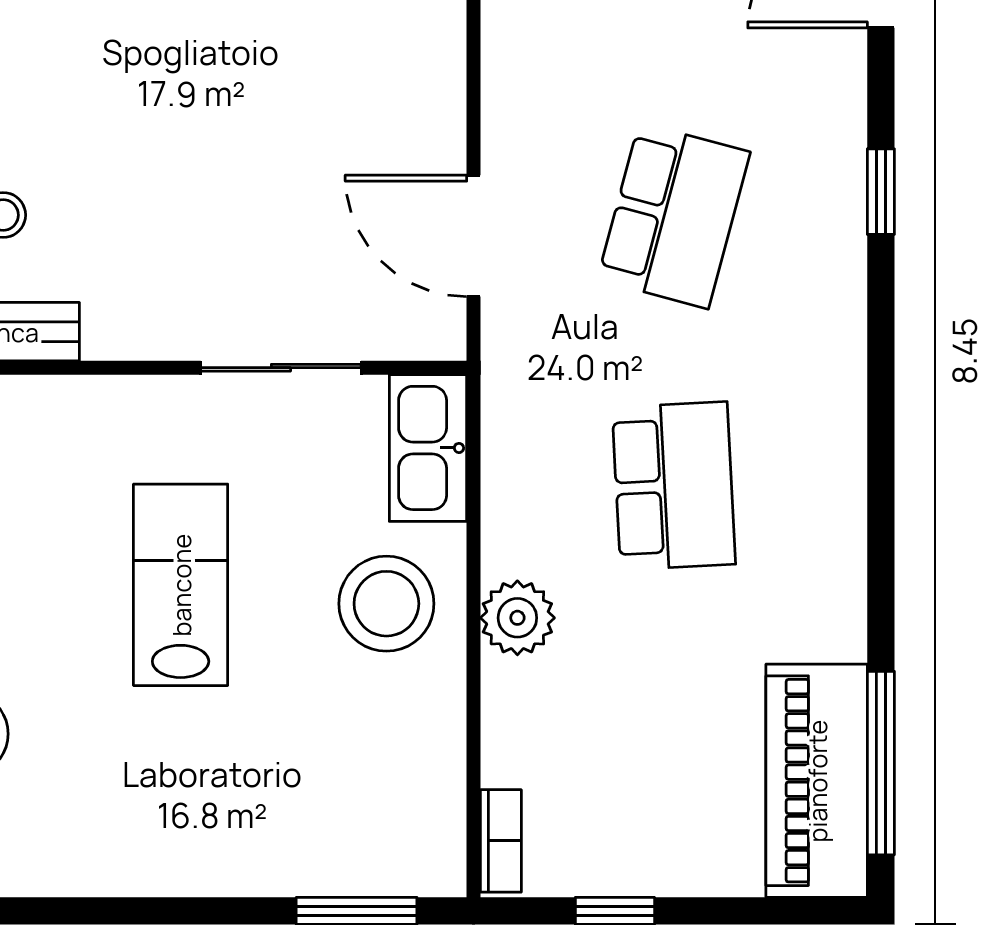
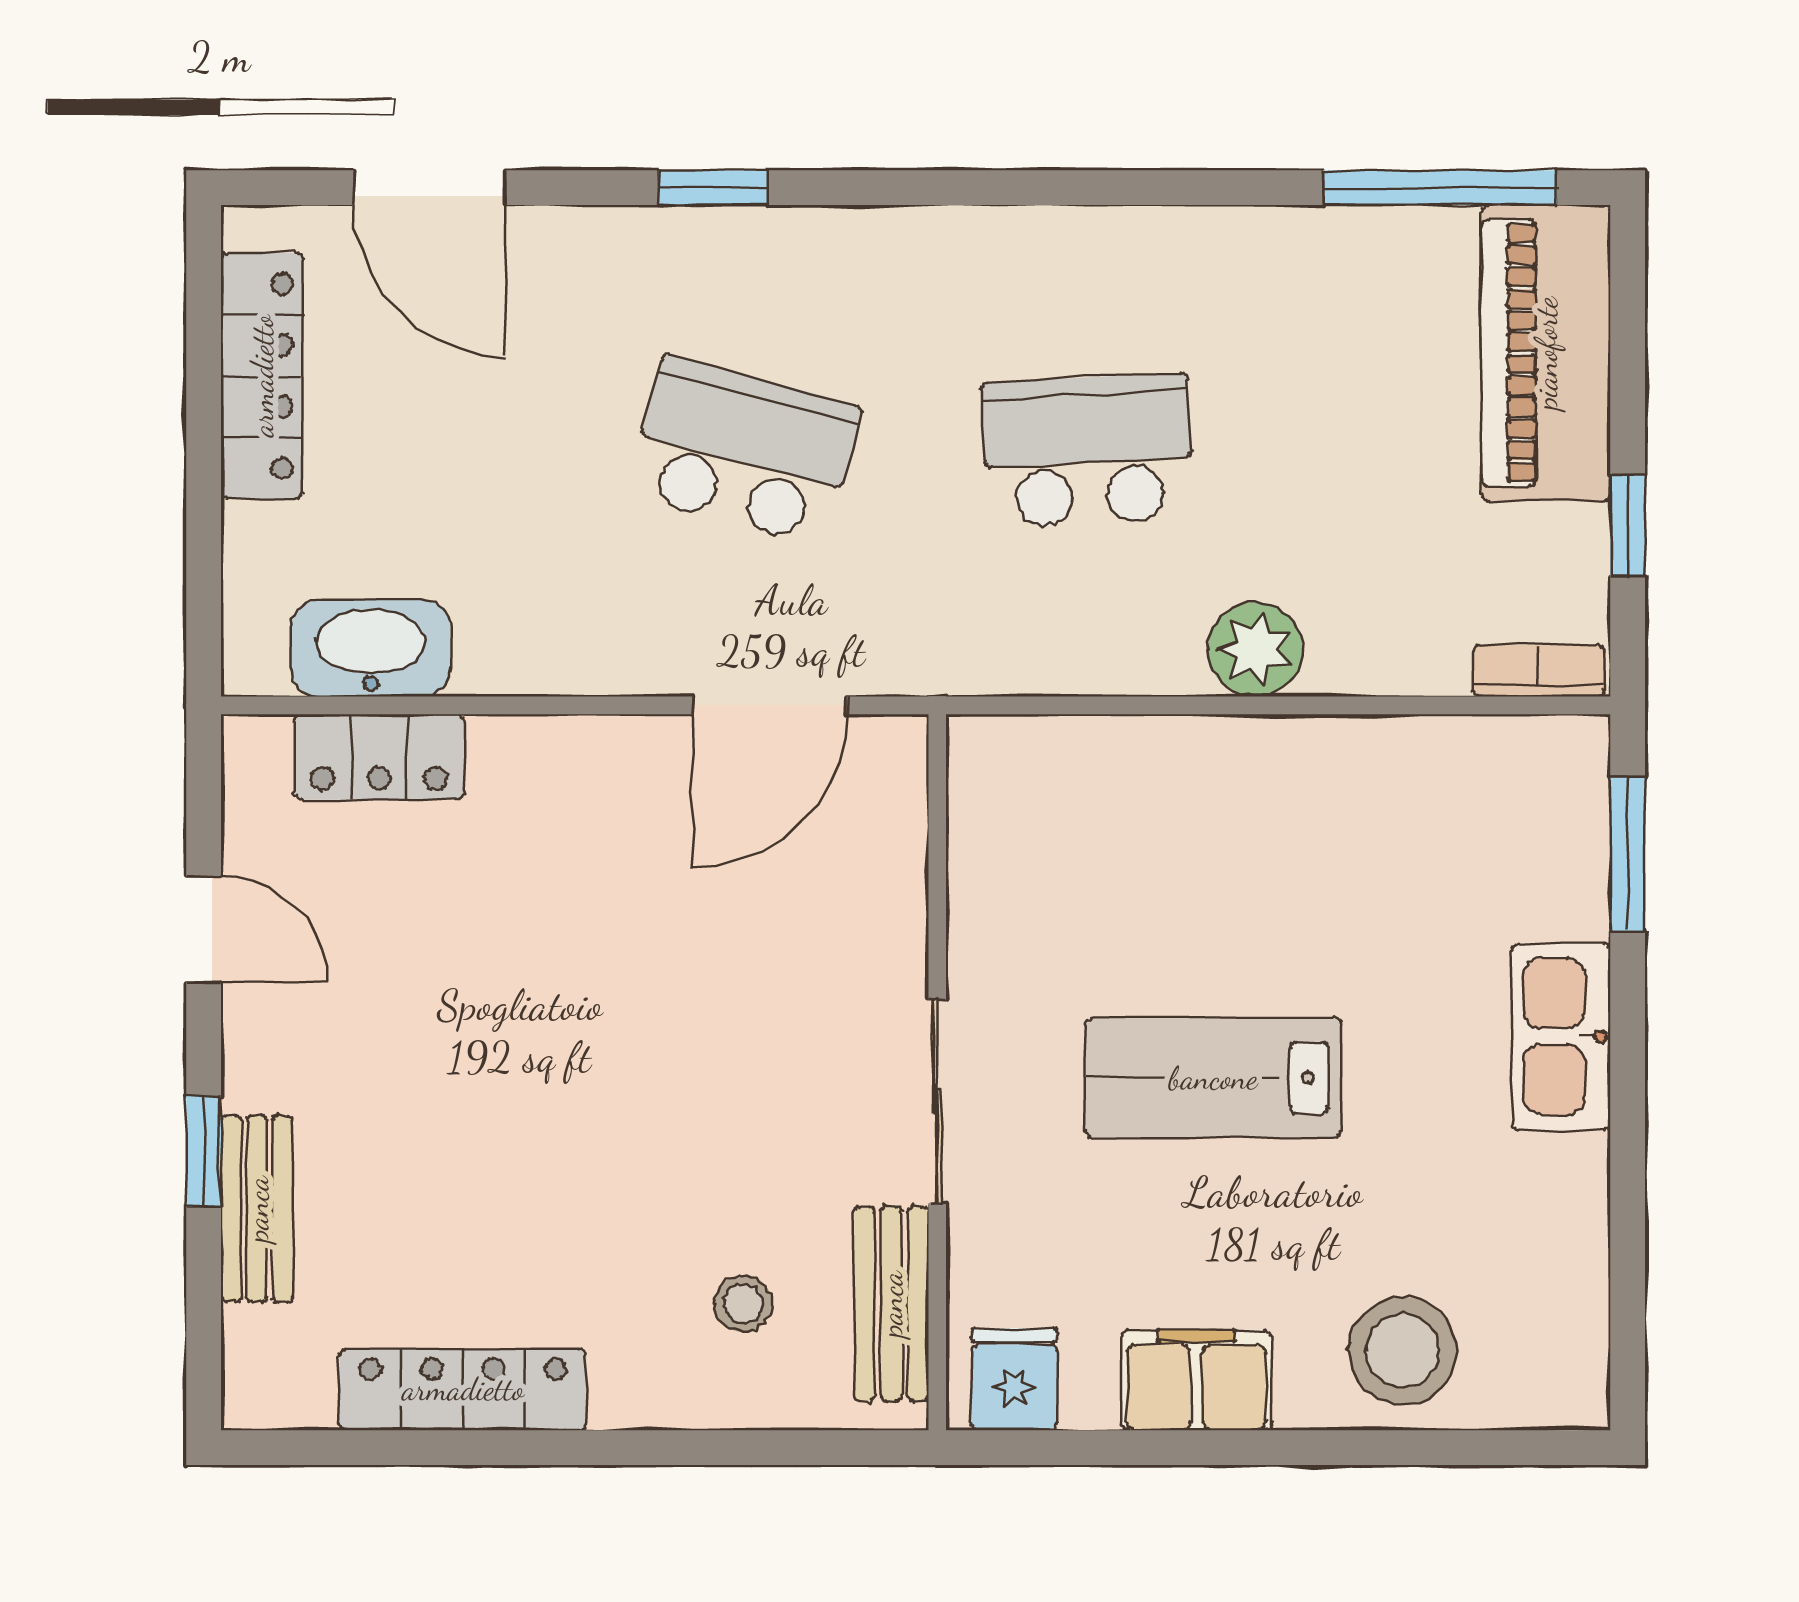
sliding door: (281, 368) -> (937, 1101), moved
kitchen sink: (428, 448) -> (1561, 1036), moved, turned 90
stool: (386, 604) -> (1237, 816), removed
piano: (817, 781) -> (1546, 353), moved, turned 90

